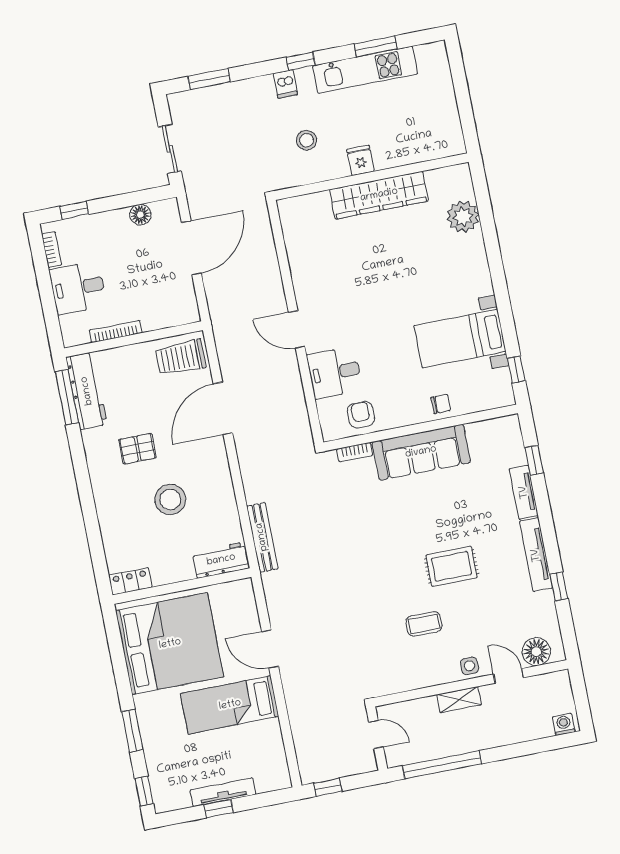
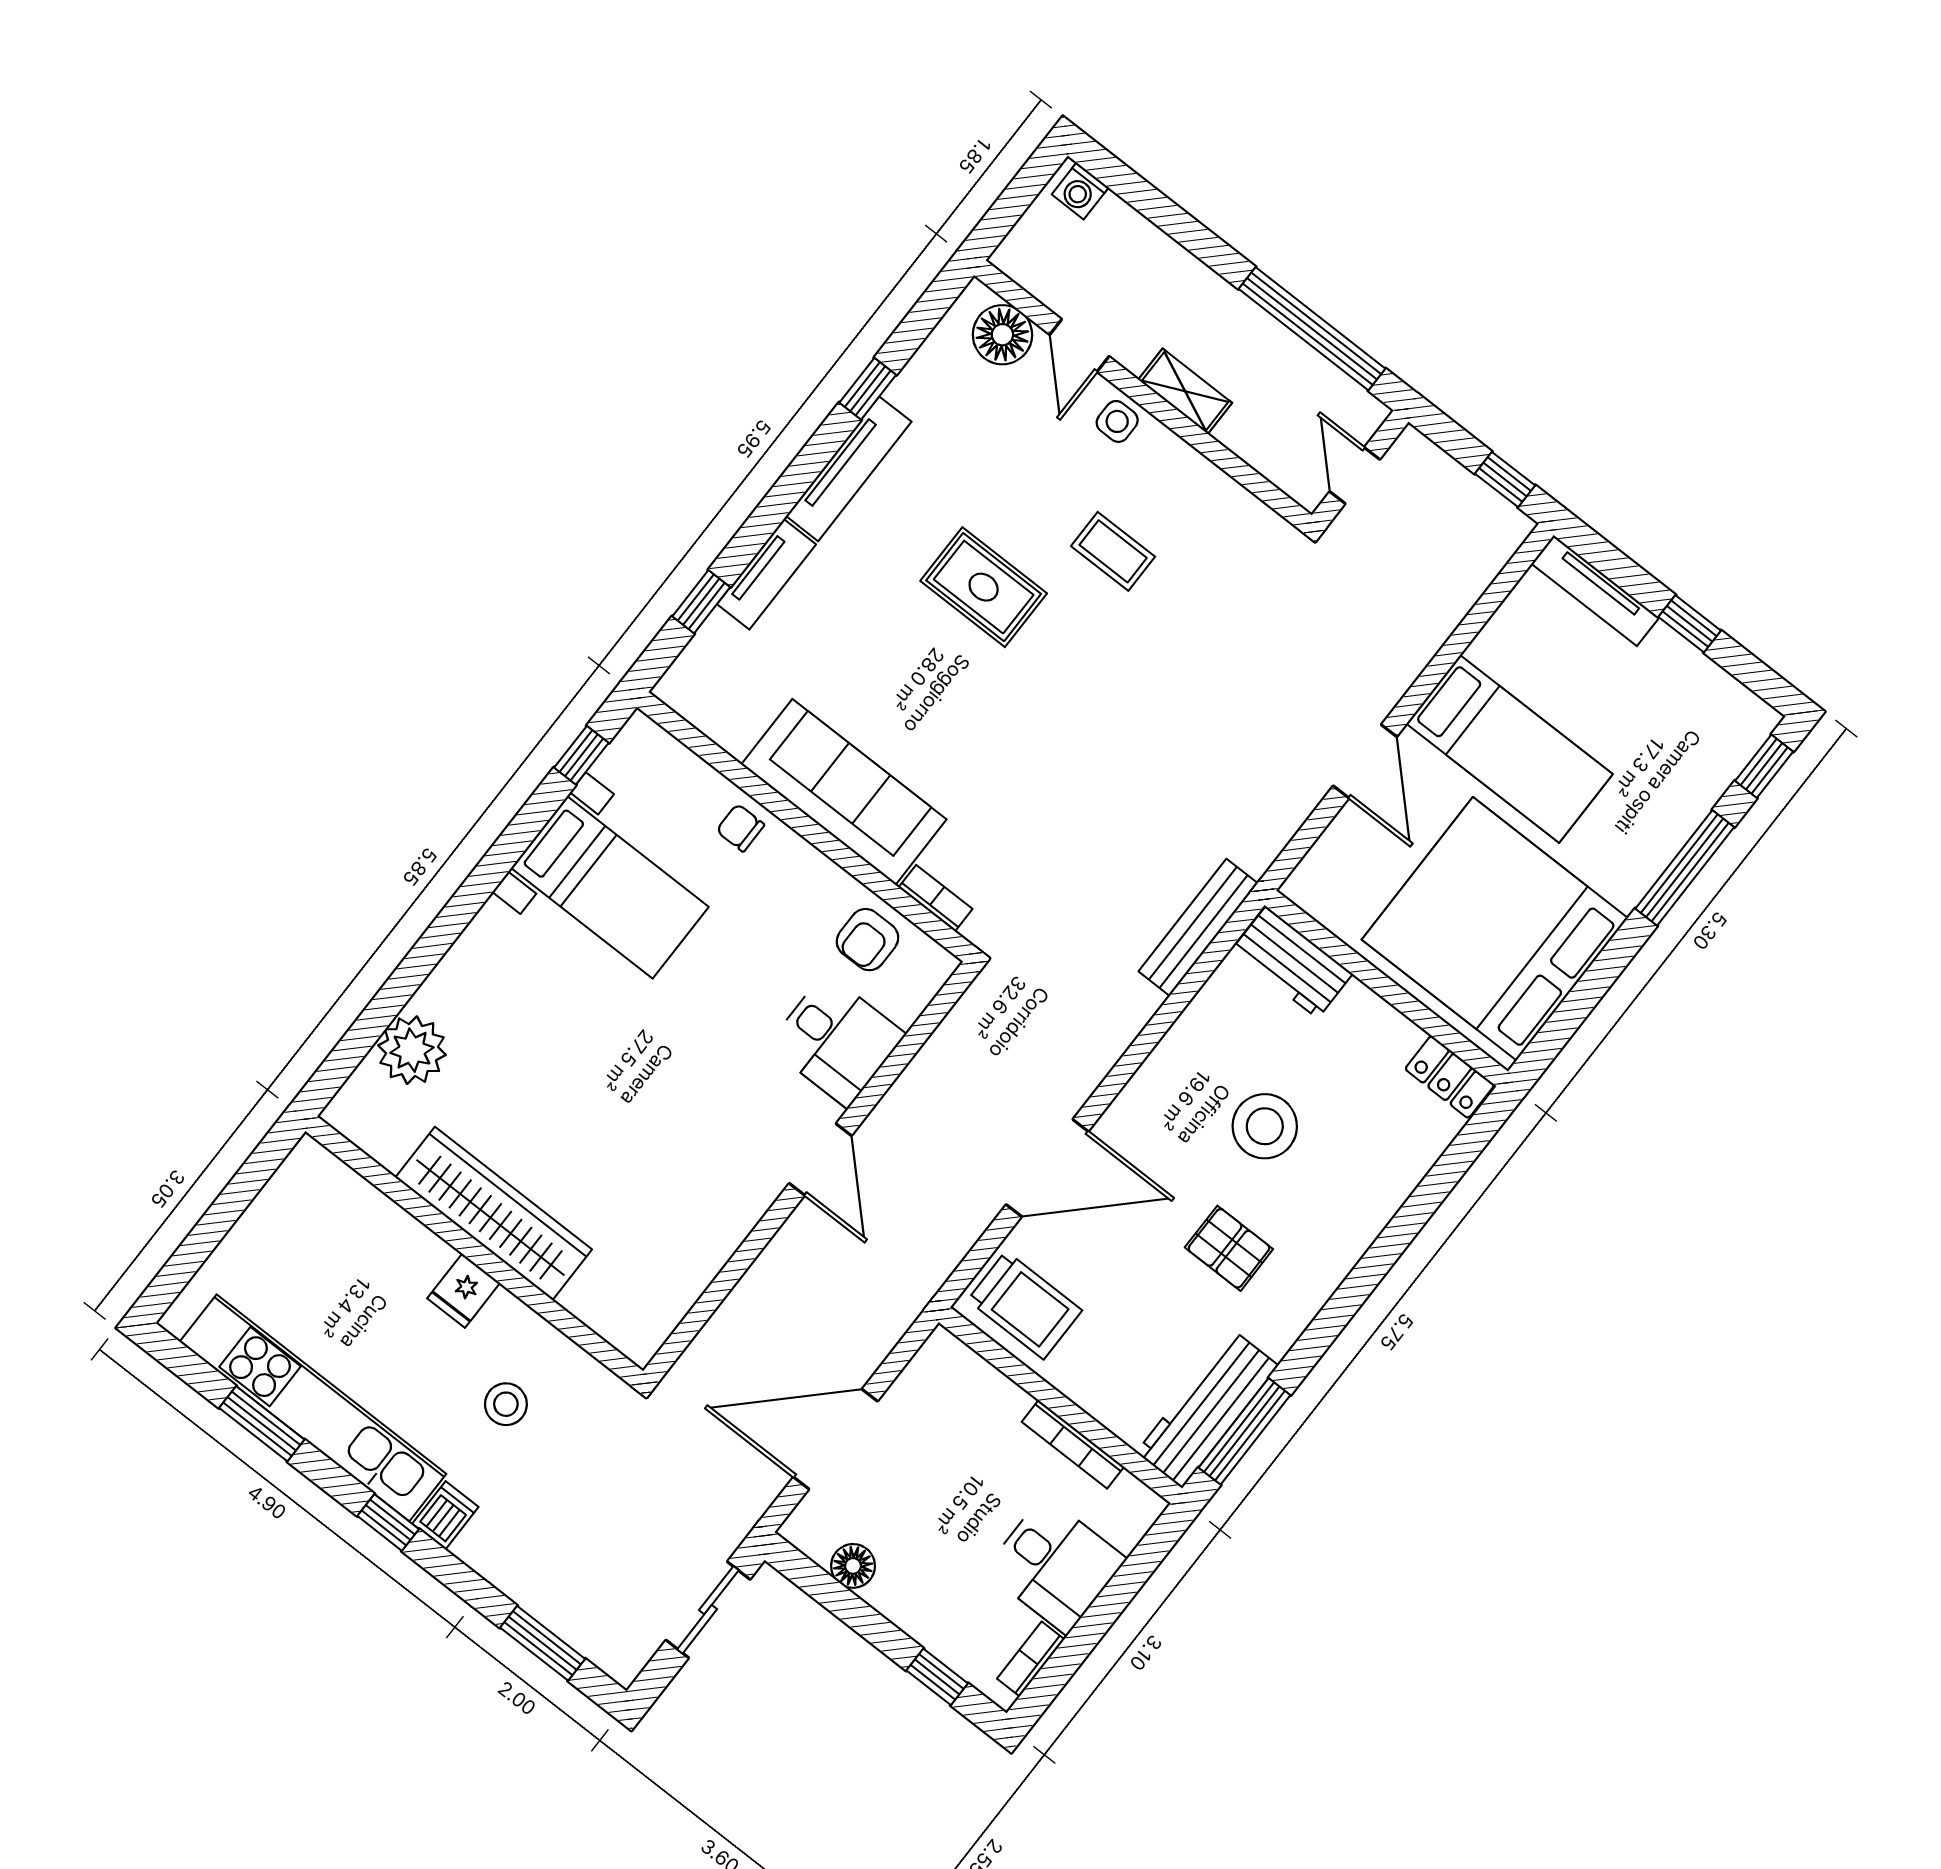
kitchen unit: (365, 70) -> (313, 1408), width x1.36
window: (132, 731) -> (1685, 868), width x1.44
tv unit: (223, 792) -> (1595, 591), moved

